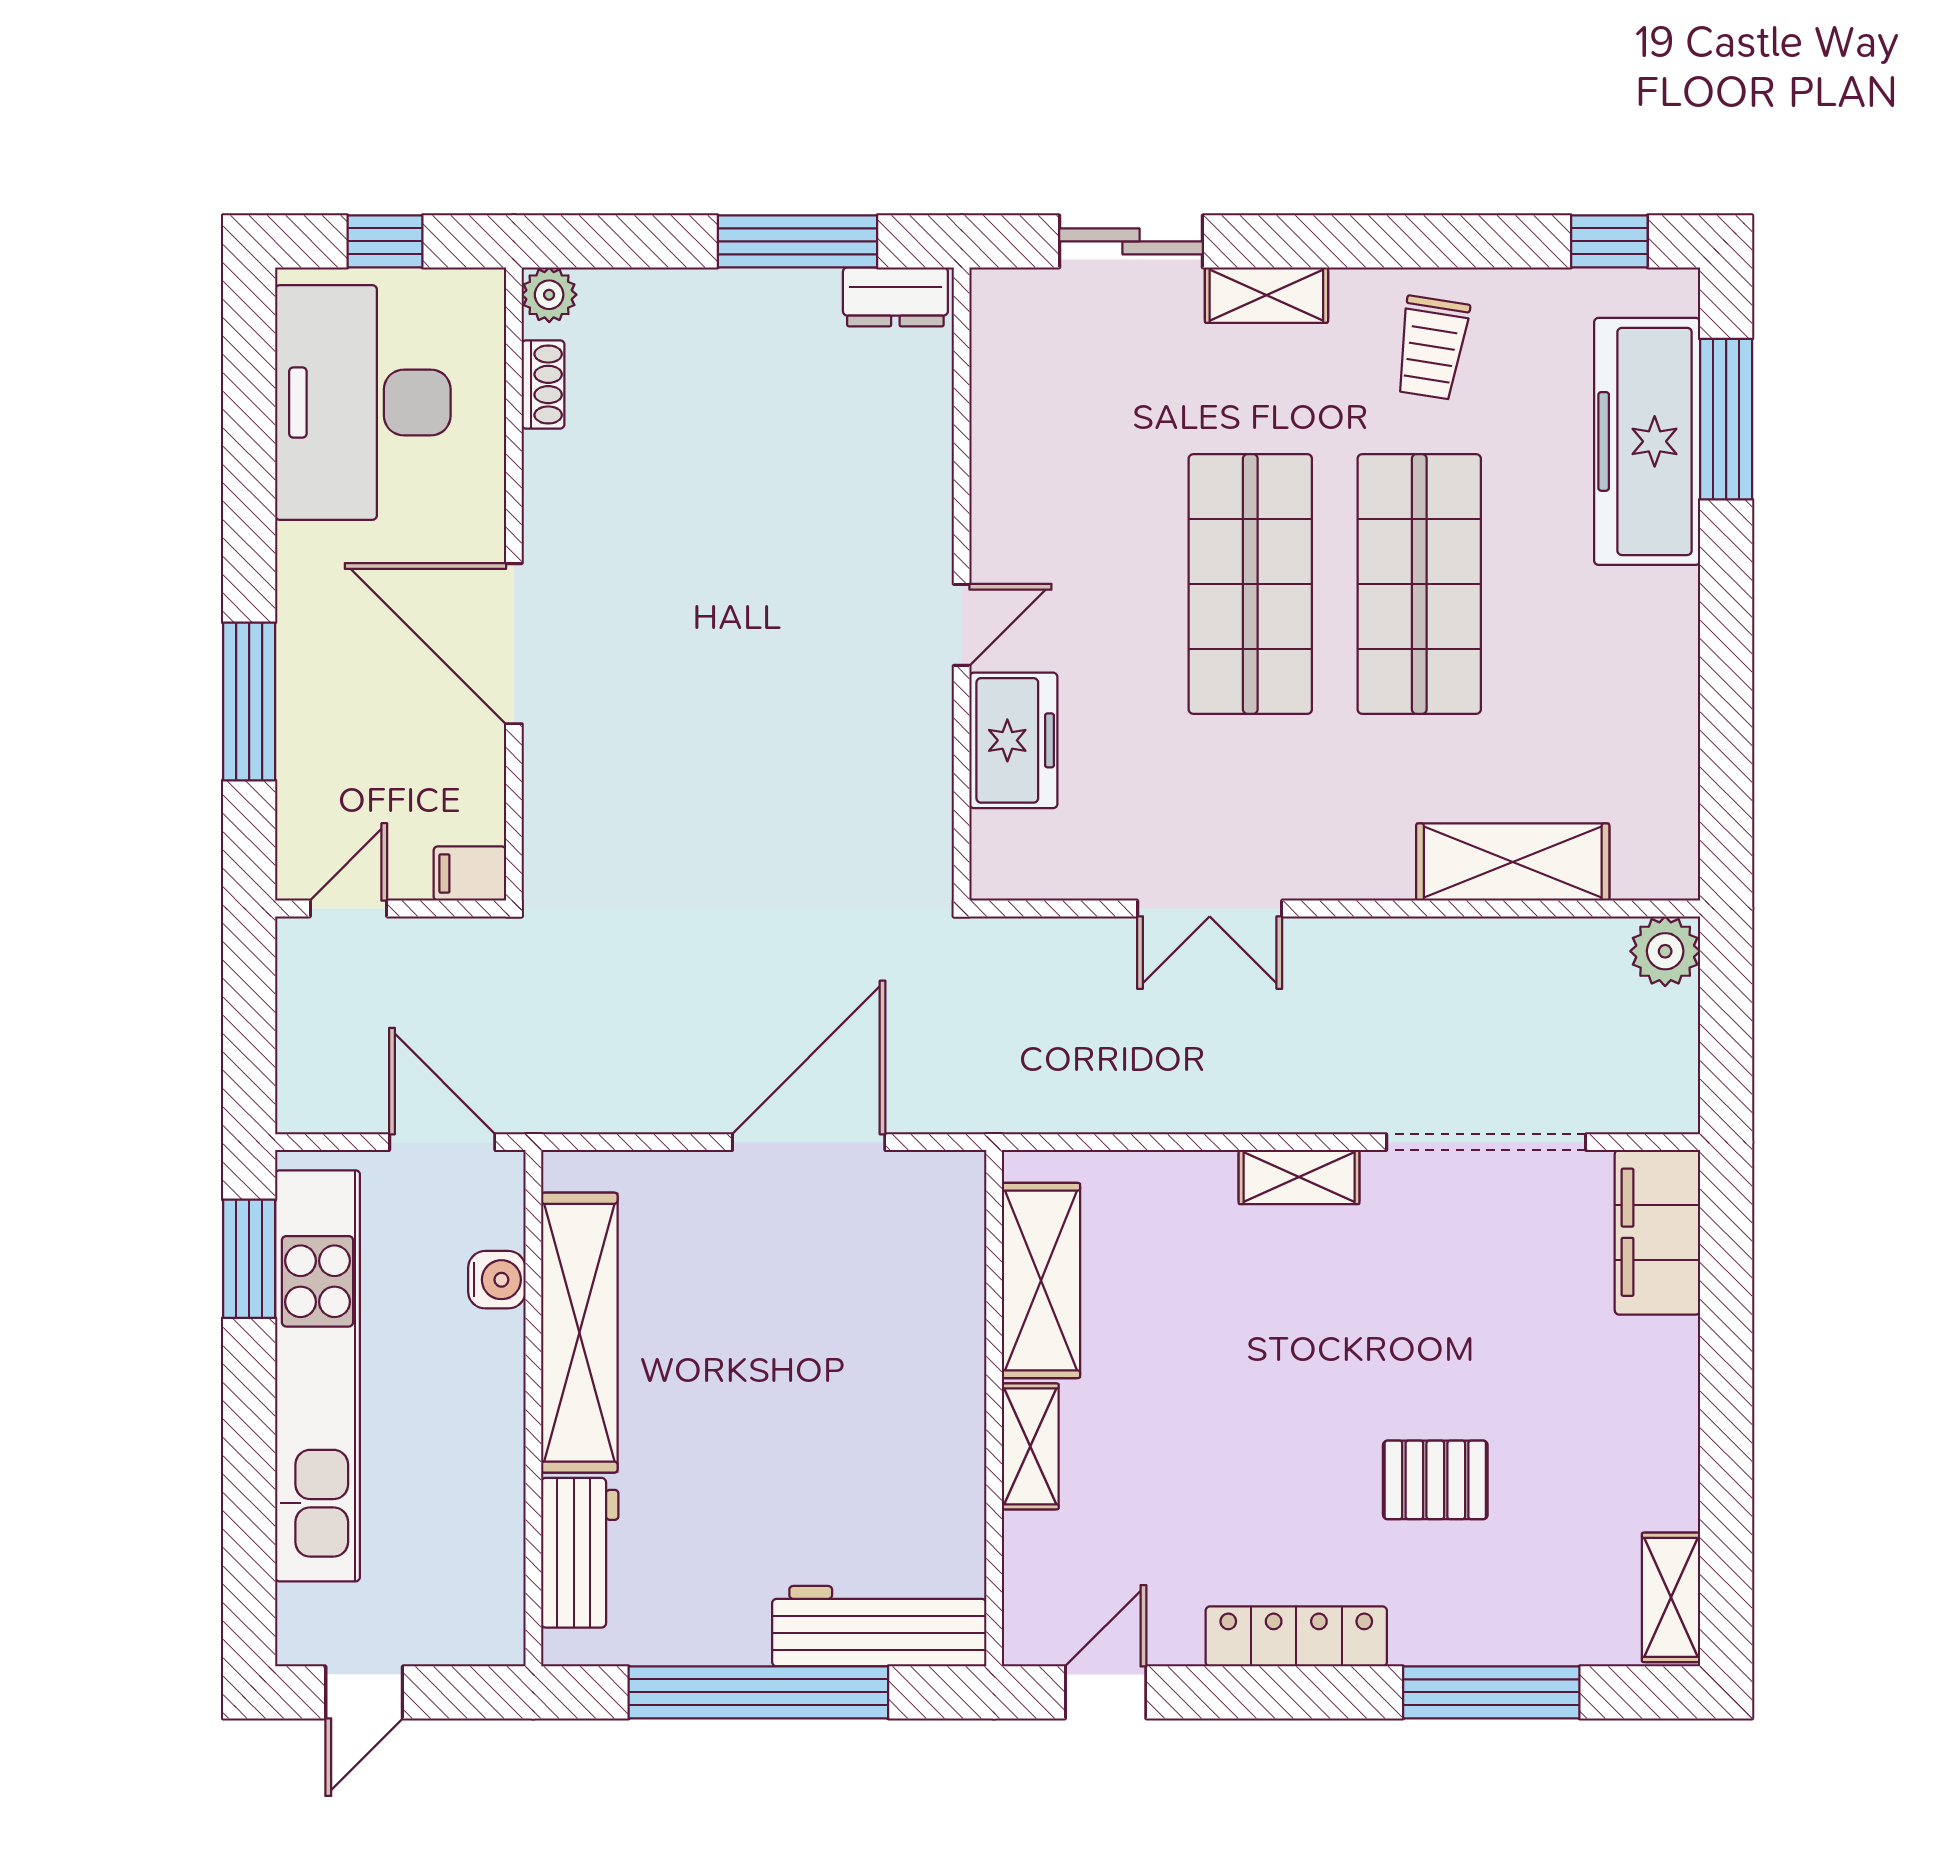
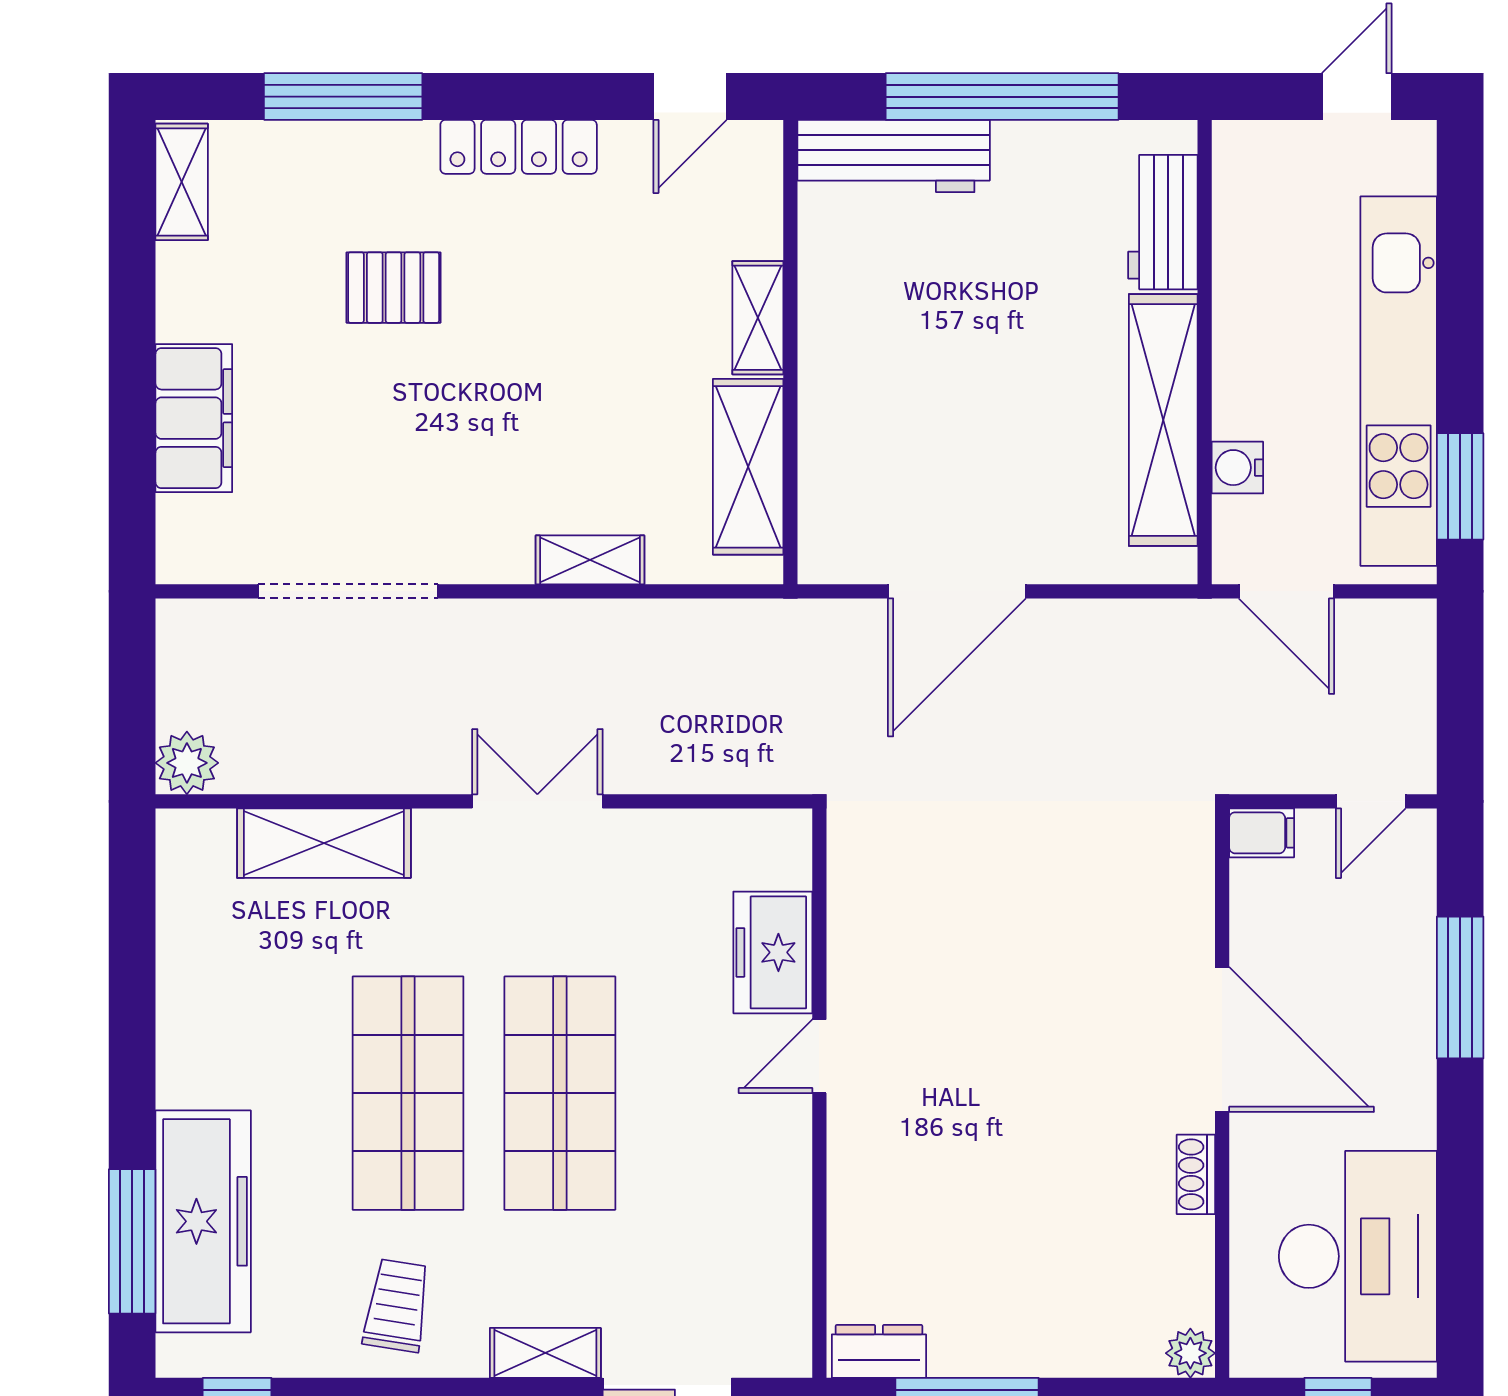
shoe rack: (543, 384) -> (1196, 1174), moved
double door: (1210, 908) -> (537, 801), moved
shelving: (1299, 1177) -> (590, 560), moved
filing cabinet: (1657, 1232) -> (194, 418), moved

